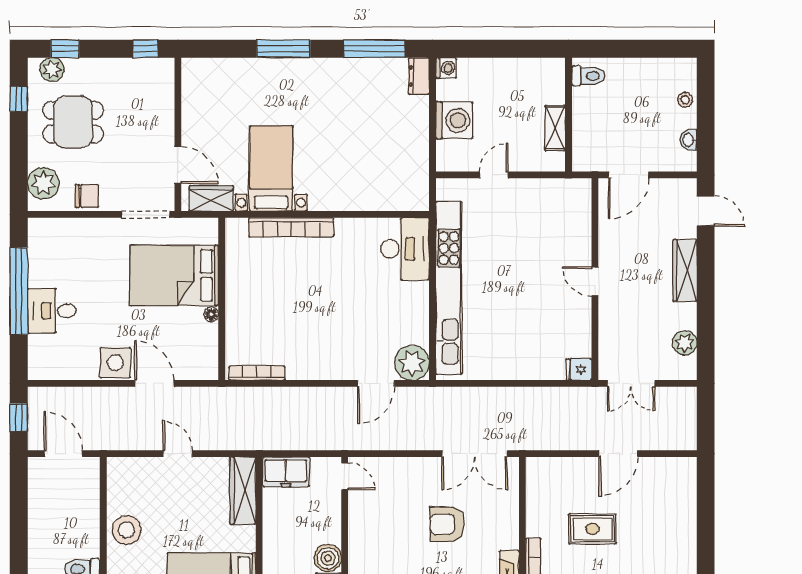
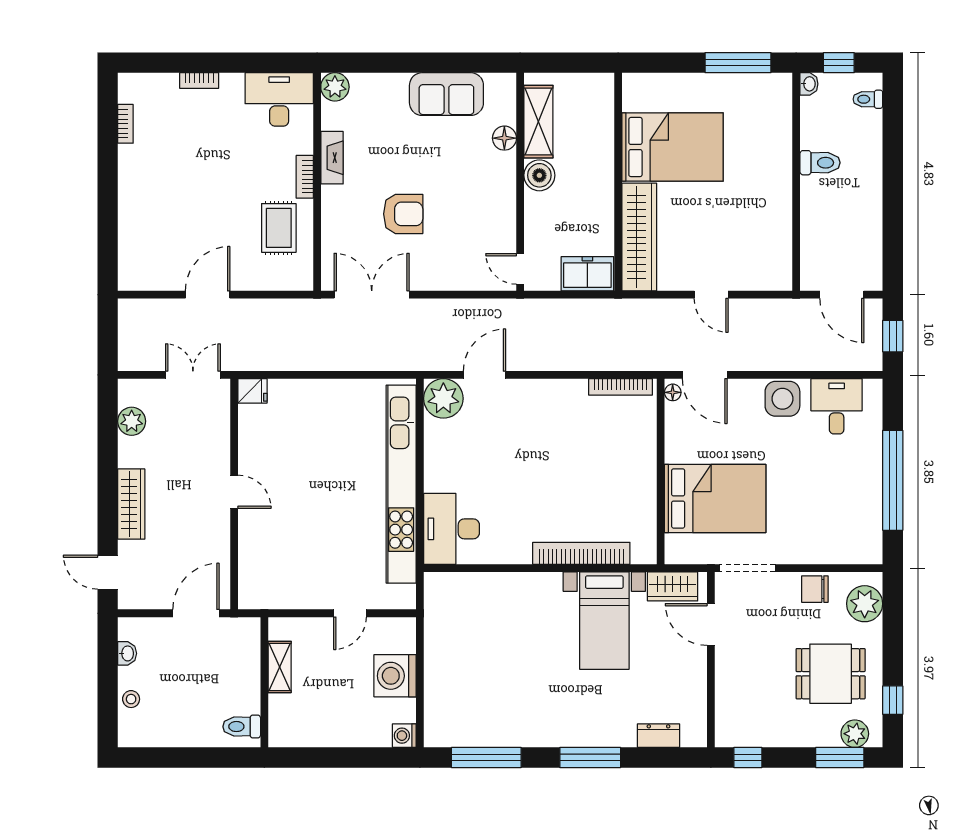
window: (65, 49) -> (840, 757), width x1.50
dresser: (419, 76) -> (658, 736), moved, turned -90
desk: (52, 311) -> (837, 406), moved, turned -90
floor lamp: (211, 314) -> (673, 392), moved
door: (154, 383) -> (705, 375), moved
wardrobe: (243, 491) -> (639, 237), width x1.40, depth x1.17
rug: (592, 529) -> (279, 228), moved, turned 90
stool: (126, 530) -> (770, 207), removed

